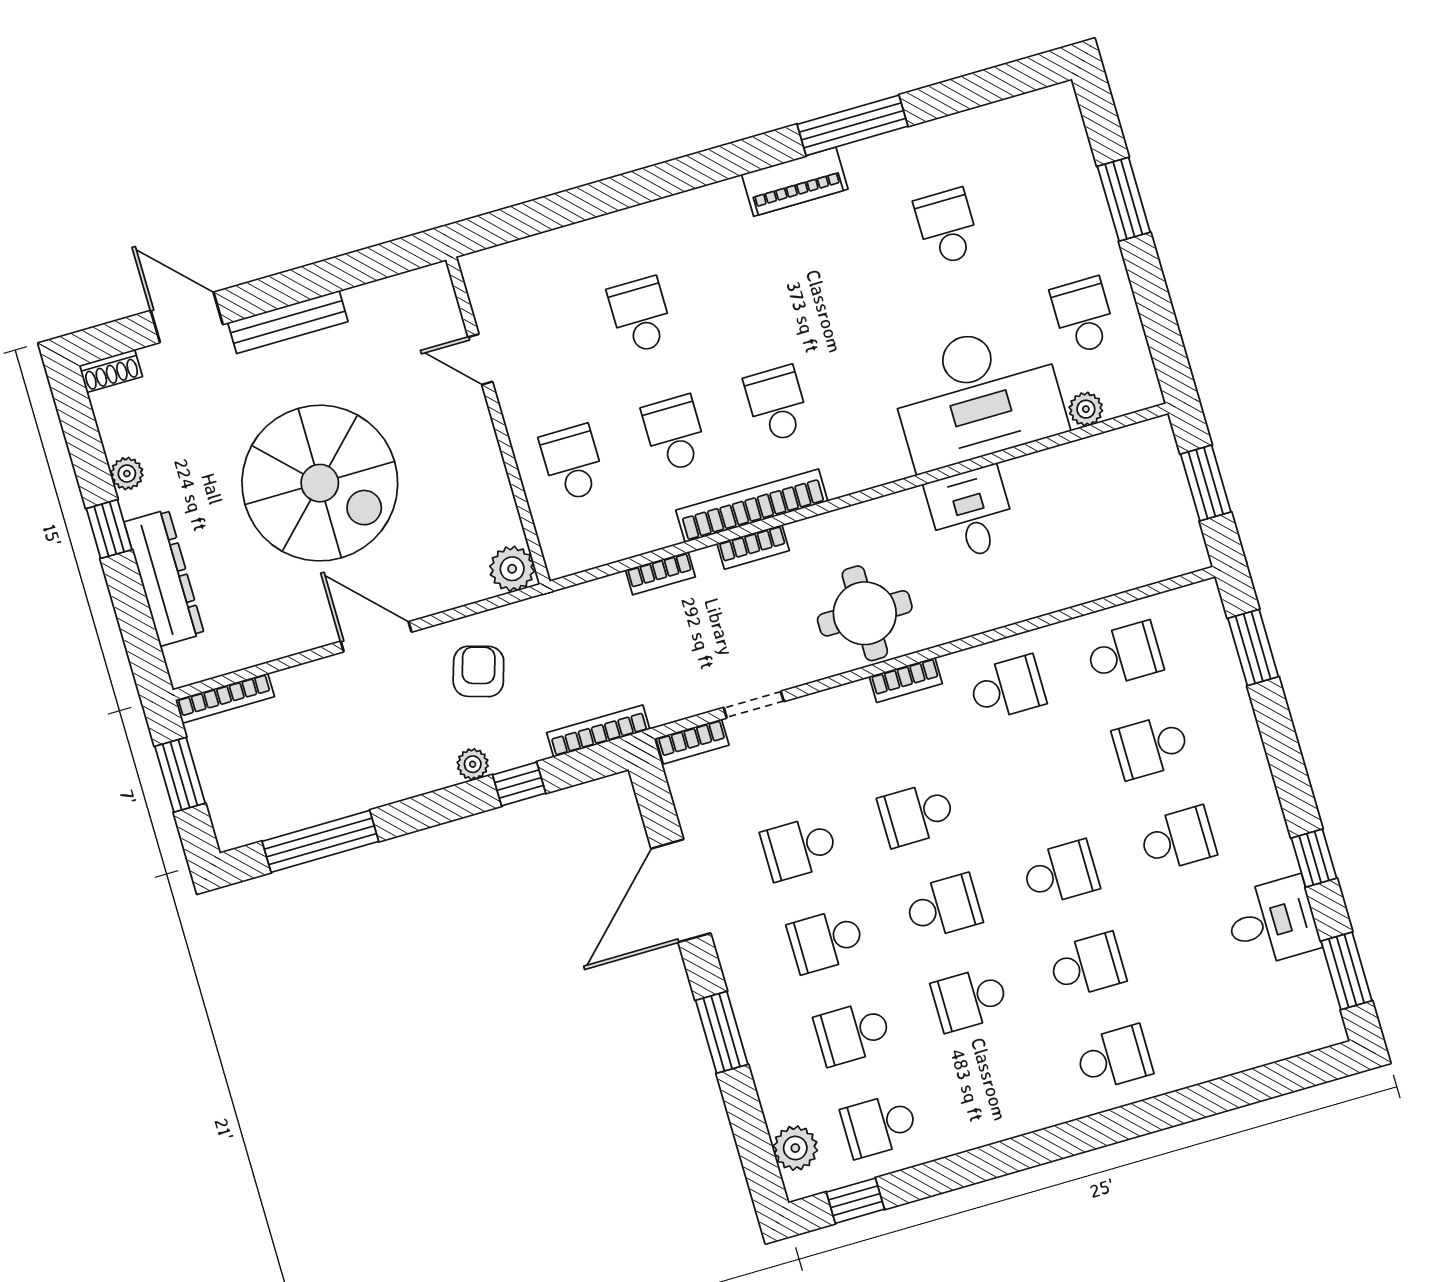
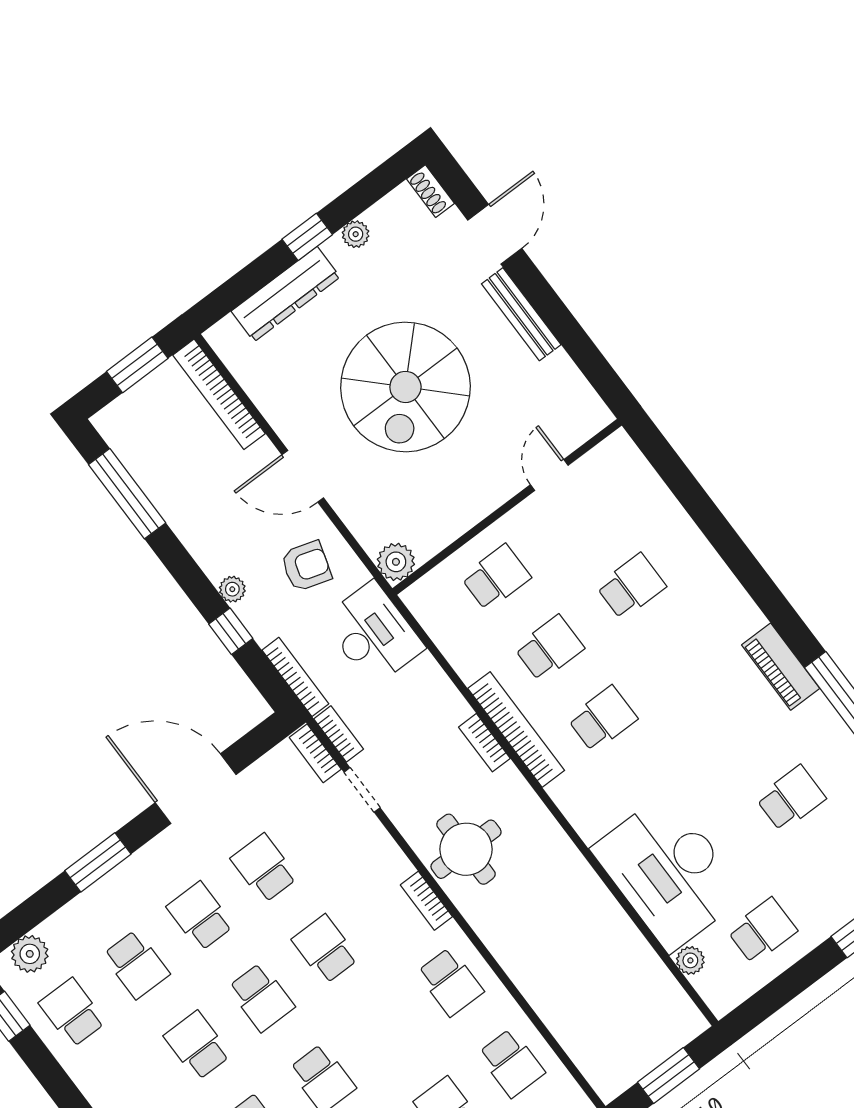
desk: (971, 513) -> (373, 634), moved, width x1.37
bookcase: (660, 573) -> (339, 734), moved, turned 180
door: (376, 637) -> (303, 476), swing flipped
bookcase: (225, 698) -> (219, 394), width x1.48, depth x1.31
school desk: (853, 1033) -> (136, 964), turned 180

